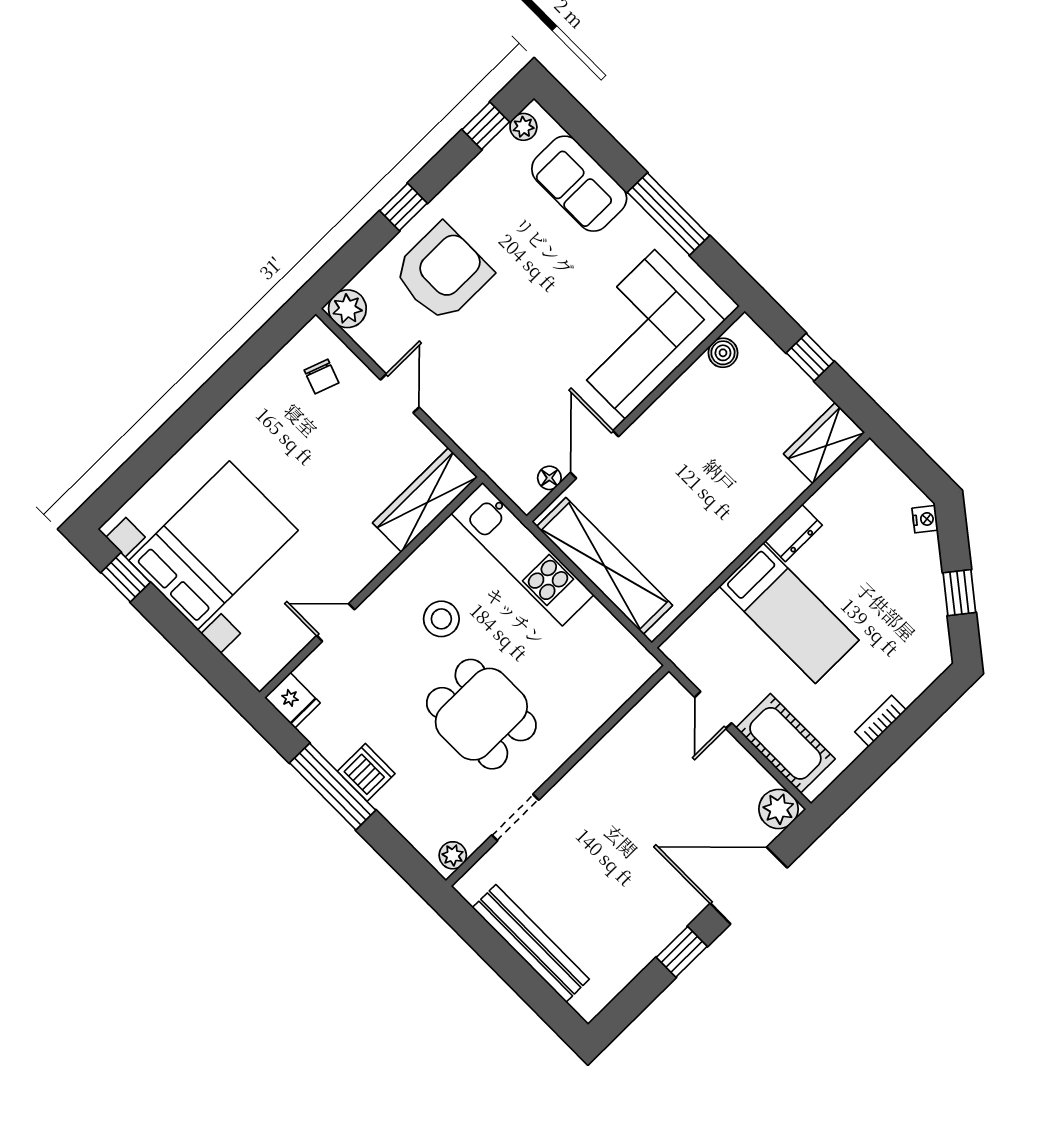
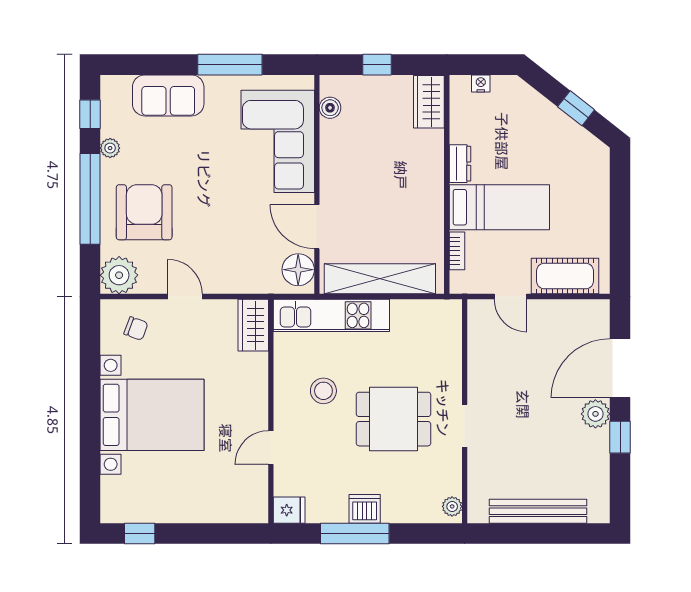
plant: (523, 127) -> (110, 148), moved
window: (403, 207) -> (90, 199), width x3.17
plant: (347, 309) -> (119, 275), width x1.36, depth x1.36
floor lamp: (549, 478) -> (298, 270), width x1.89, depth x1.89
wardrobe: (425, 500) -> (253, 325), width x0.67
nightstand: (925, 519) -> (481, 83), moved, turned -38
bed with nightstands: (213, 545) -> (152, 415), moved, turned 90
bookcase: (880, 721) -> (457, 251), moved, turned 180
plant: (778, 809) -> (595, 414), moved
doorway: (515, 817) -> (465, 426), moved

